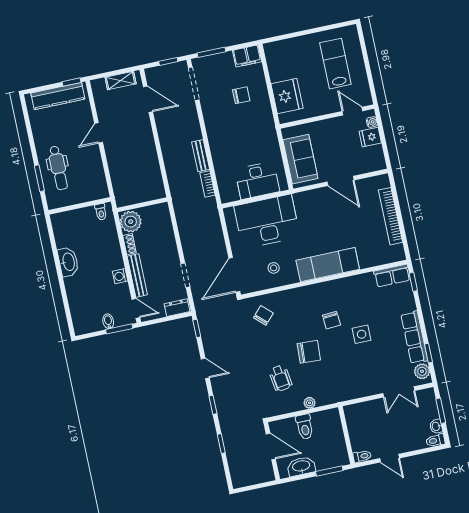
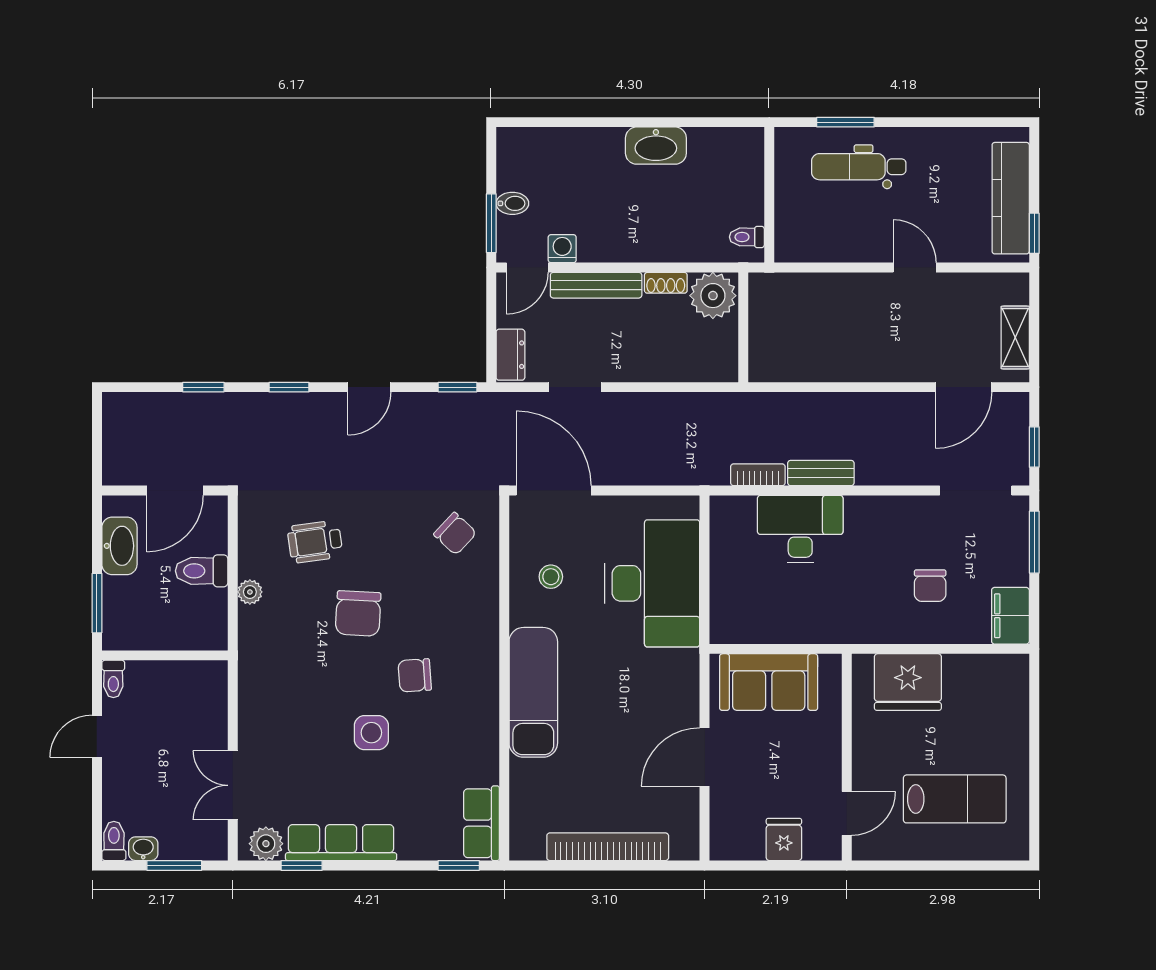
water cooler: (372, 122) -> (815, 850), removed
desk: (257, 180) -> (800, 529), moved, turned 90
washing machine: (120, 276) -> (562, 249), moved

